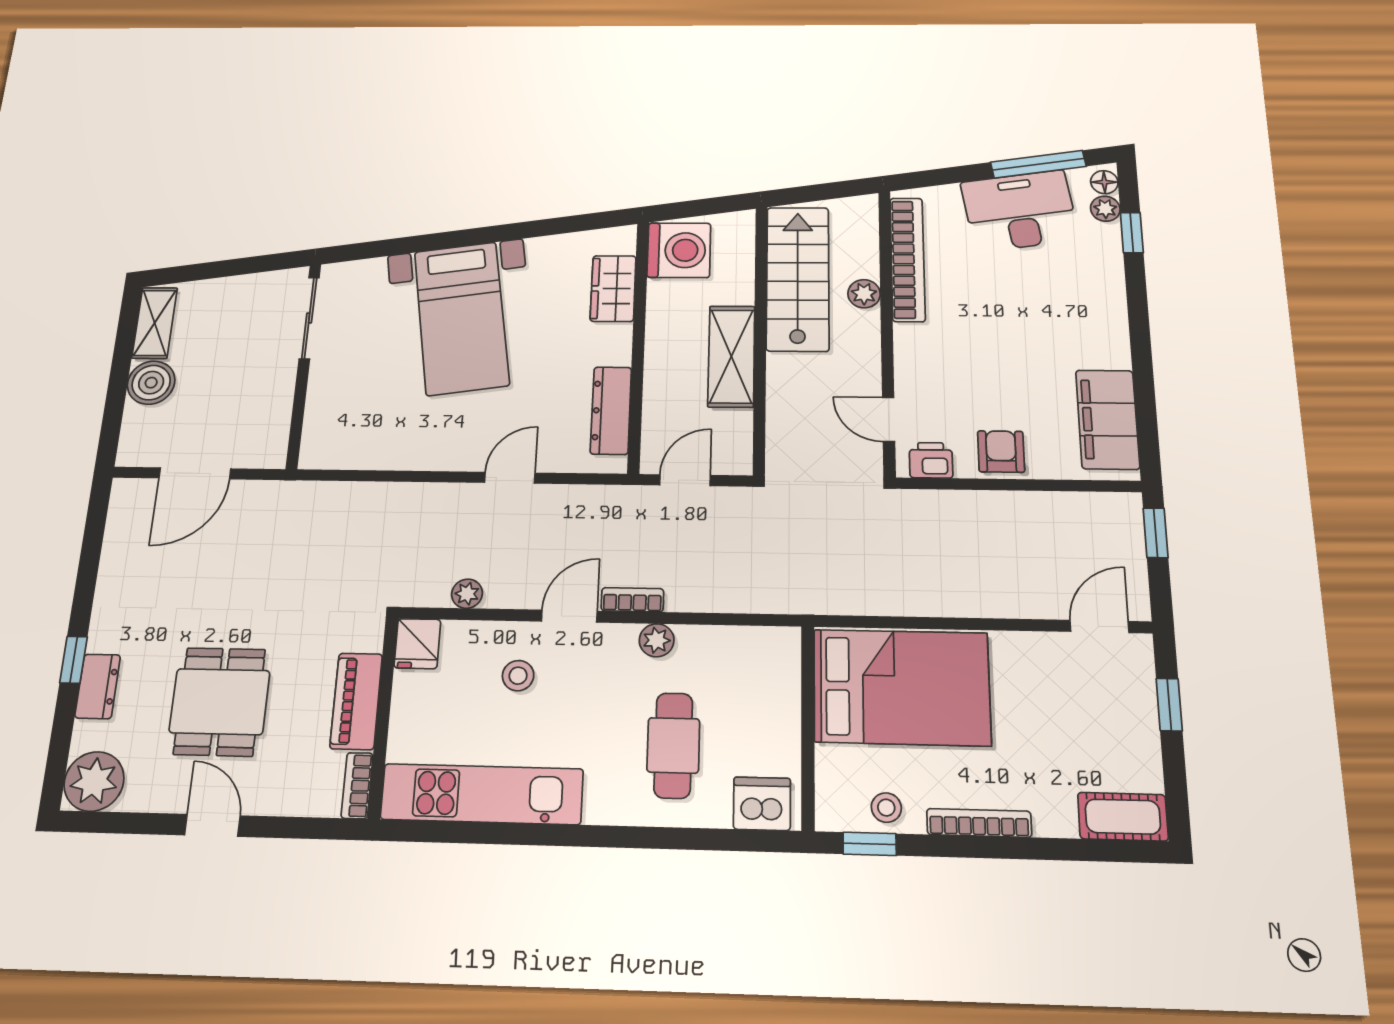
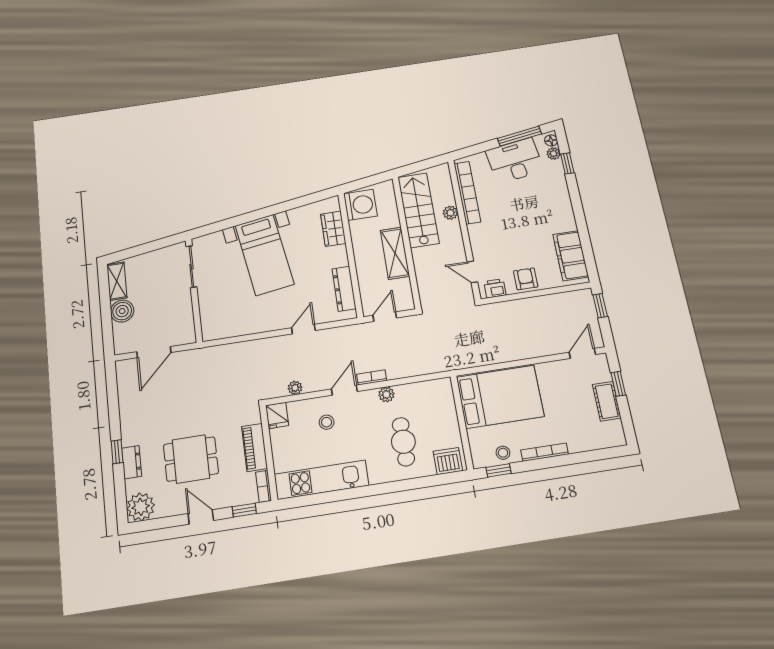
dining table: (220, 702) -> (191, 459), turned 90
cot: (1123, 817) -> (607, 401), moved, turned 90
window: (306, 828) -> (244, 510), added

